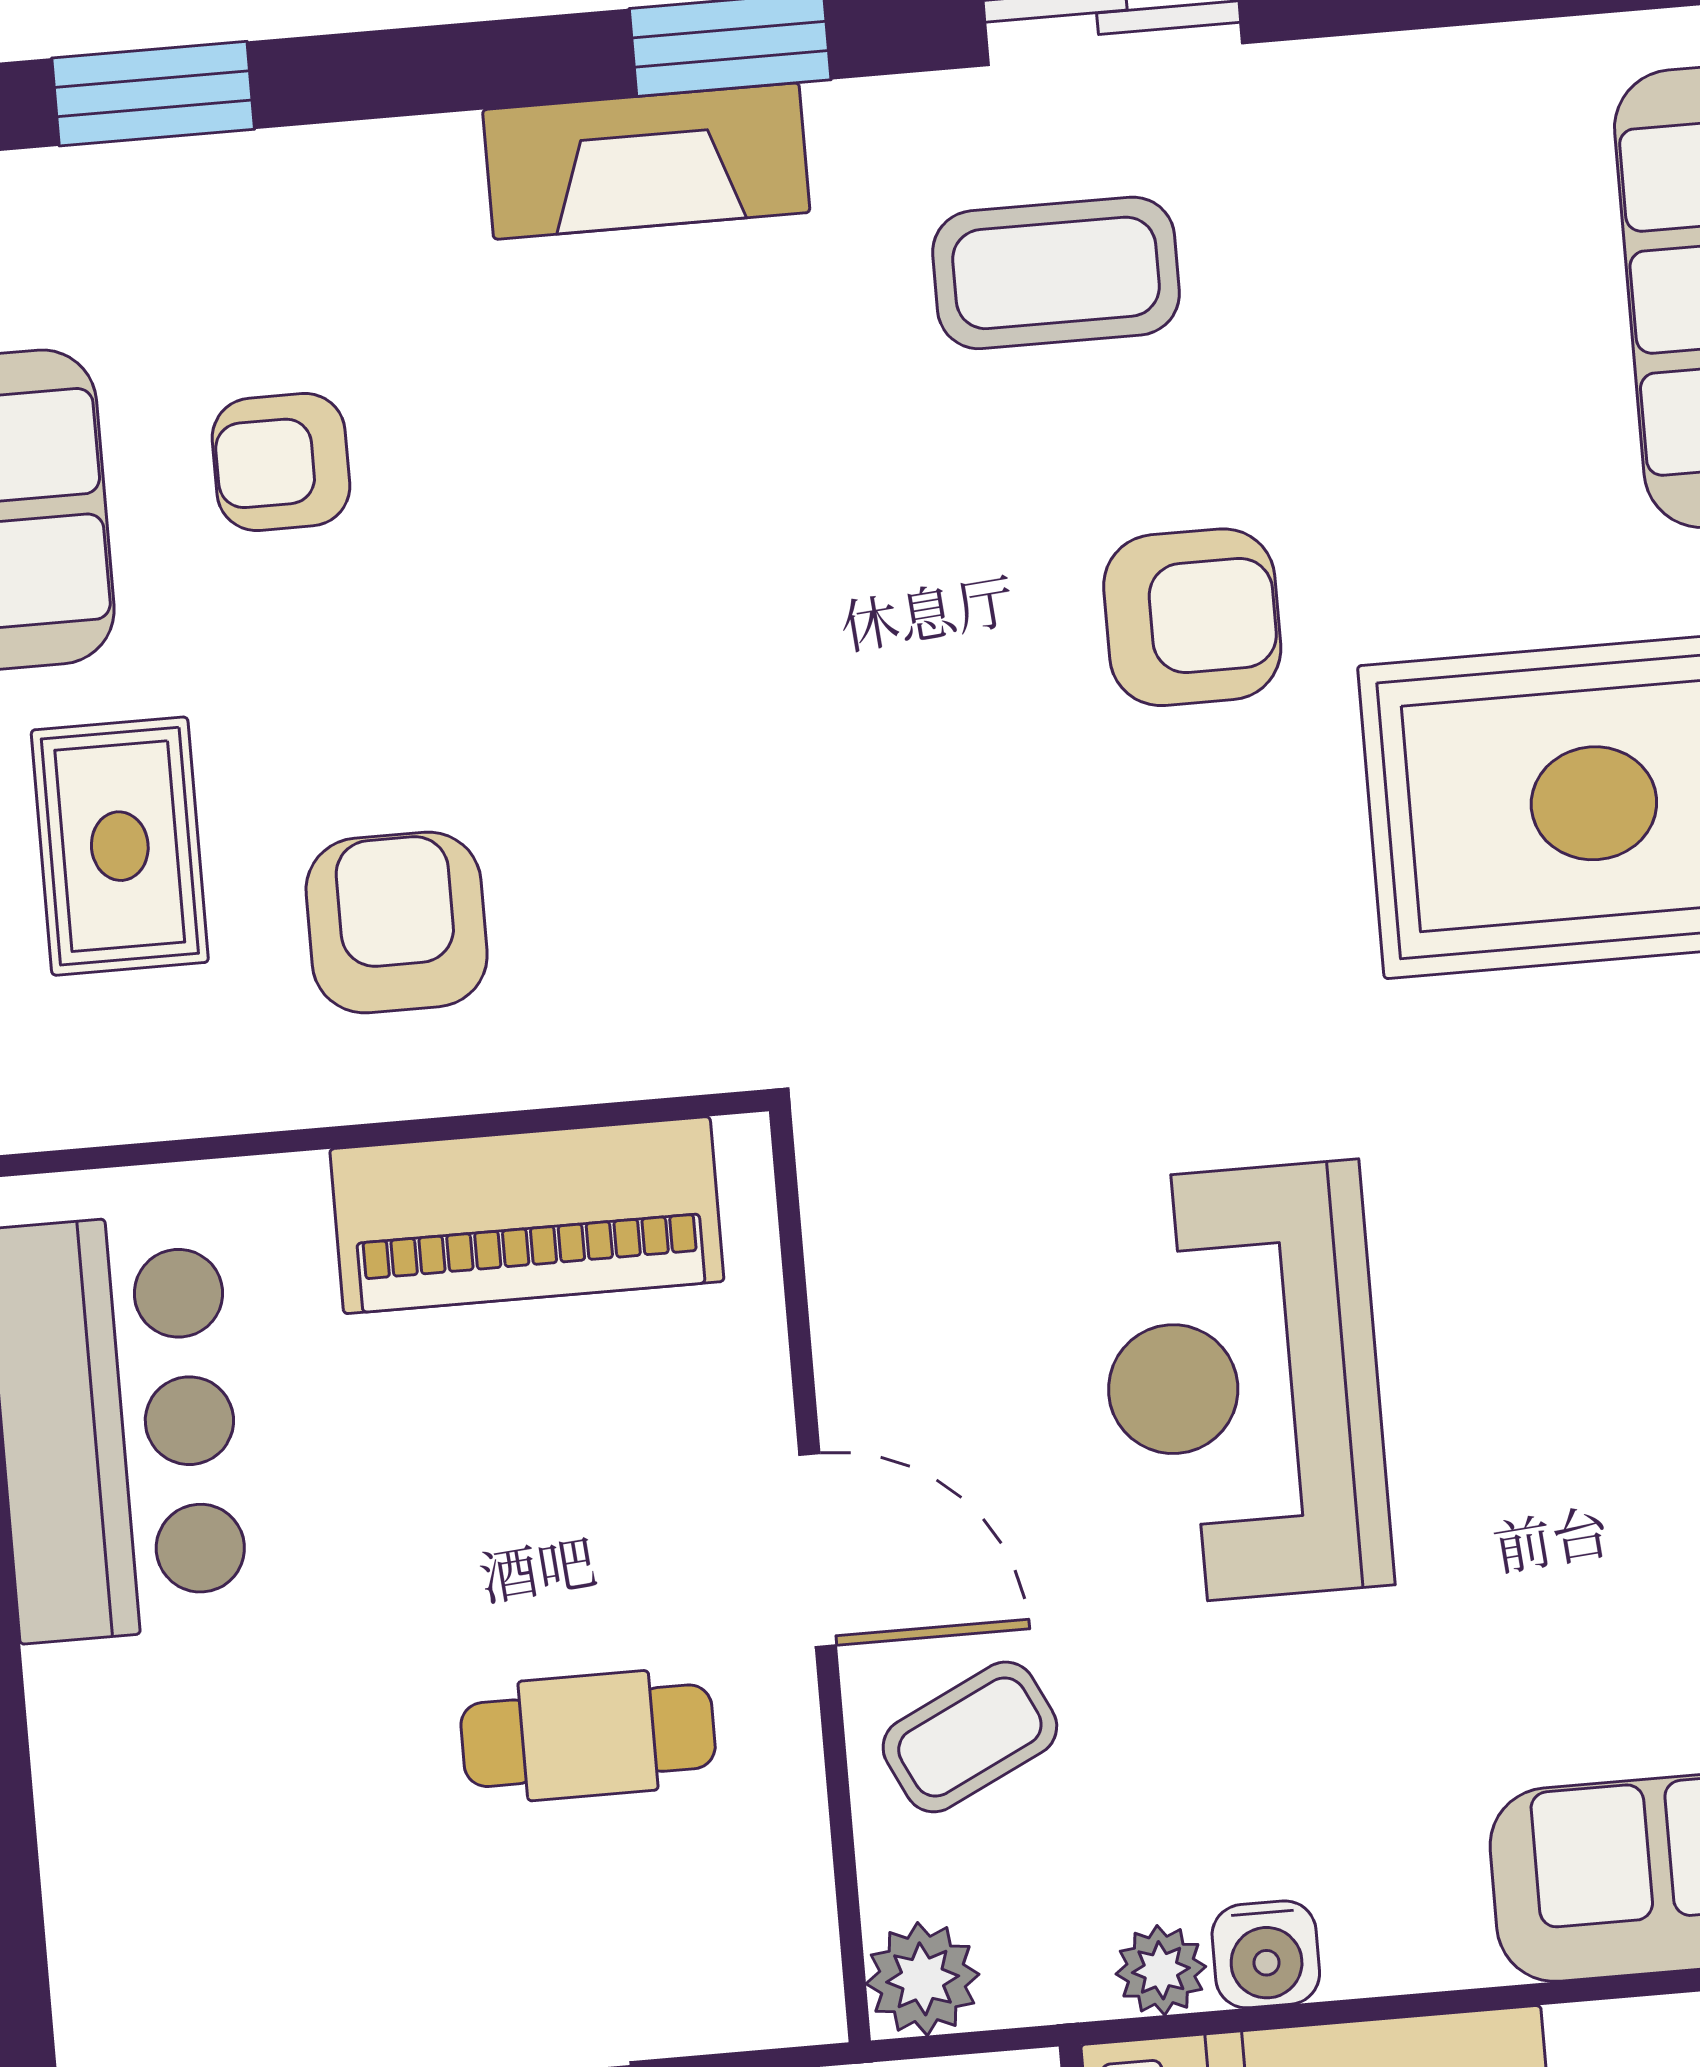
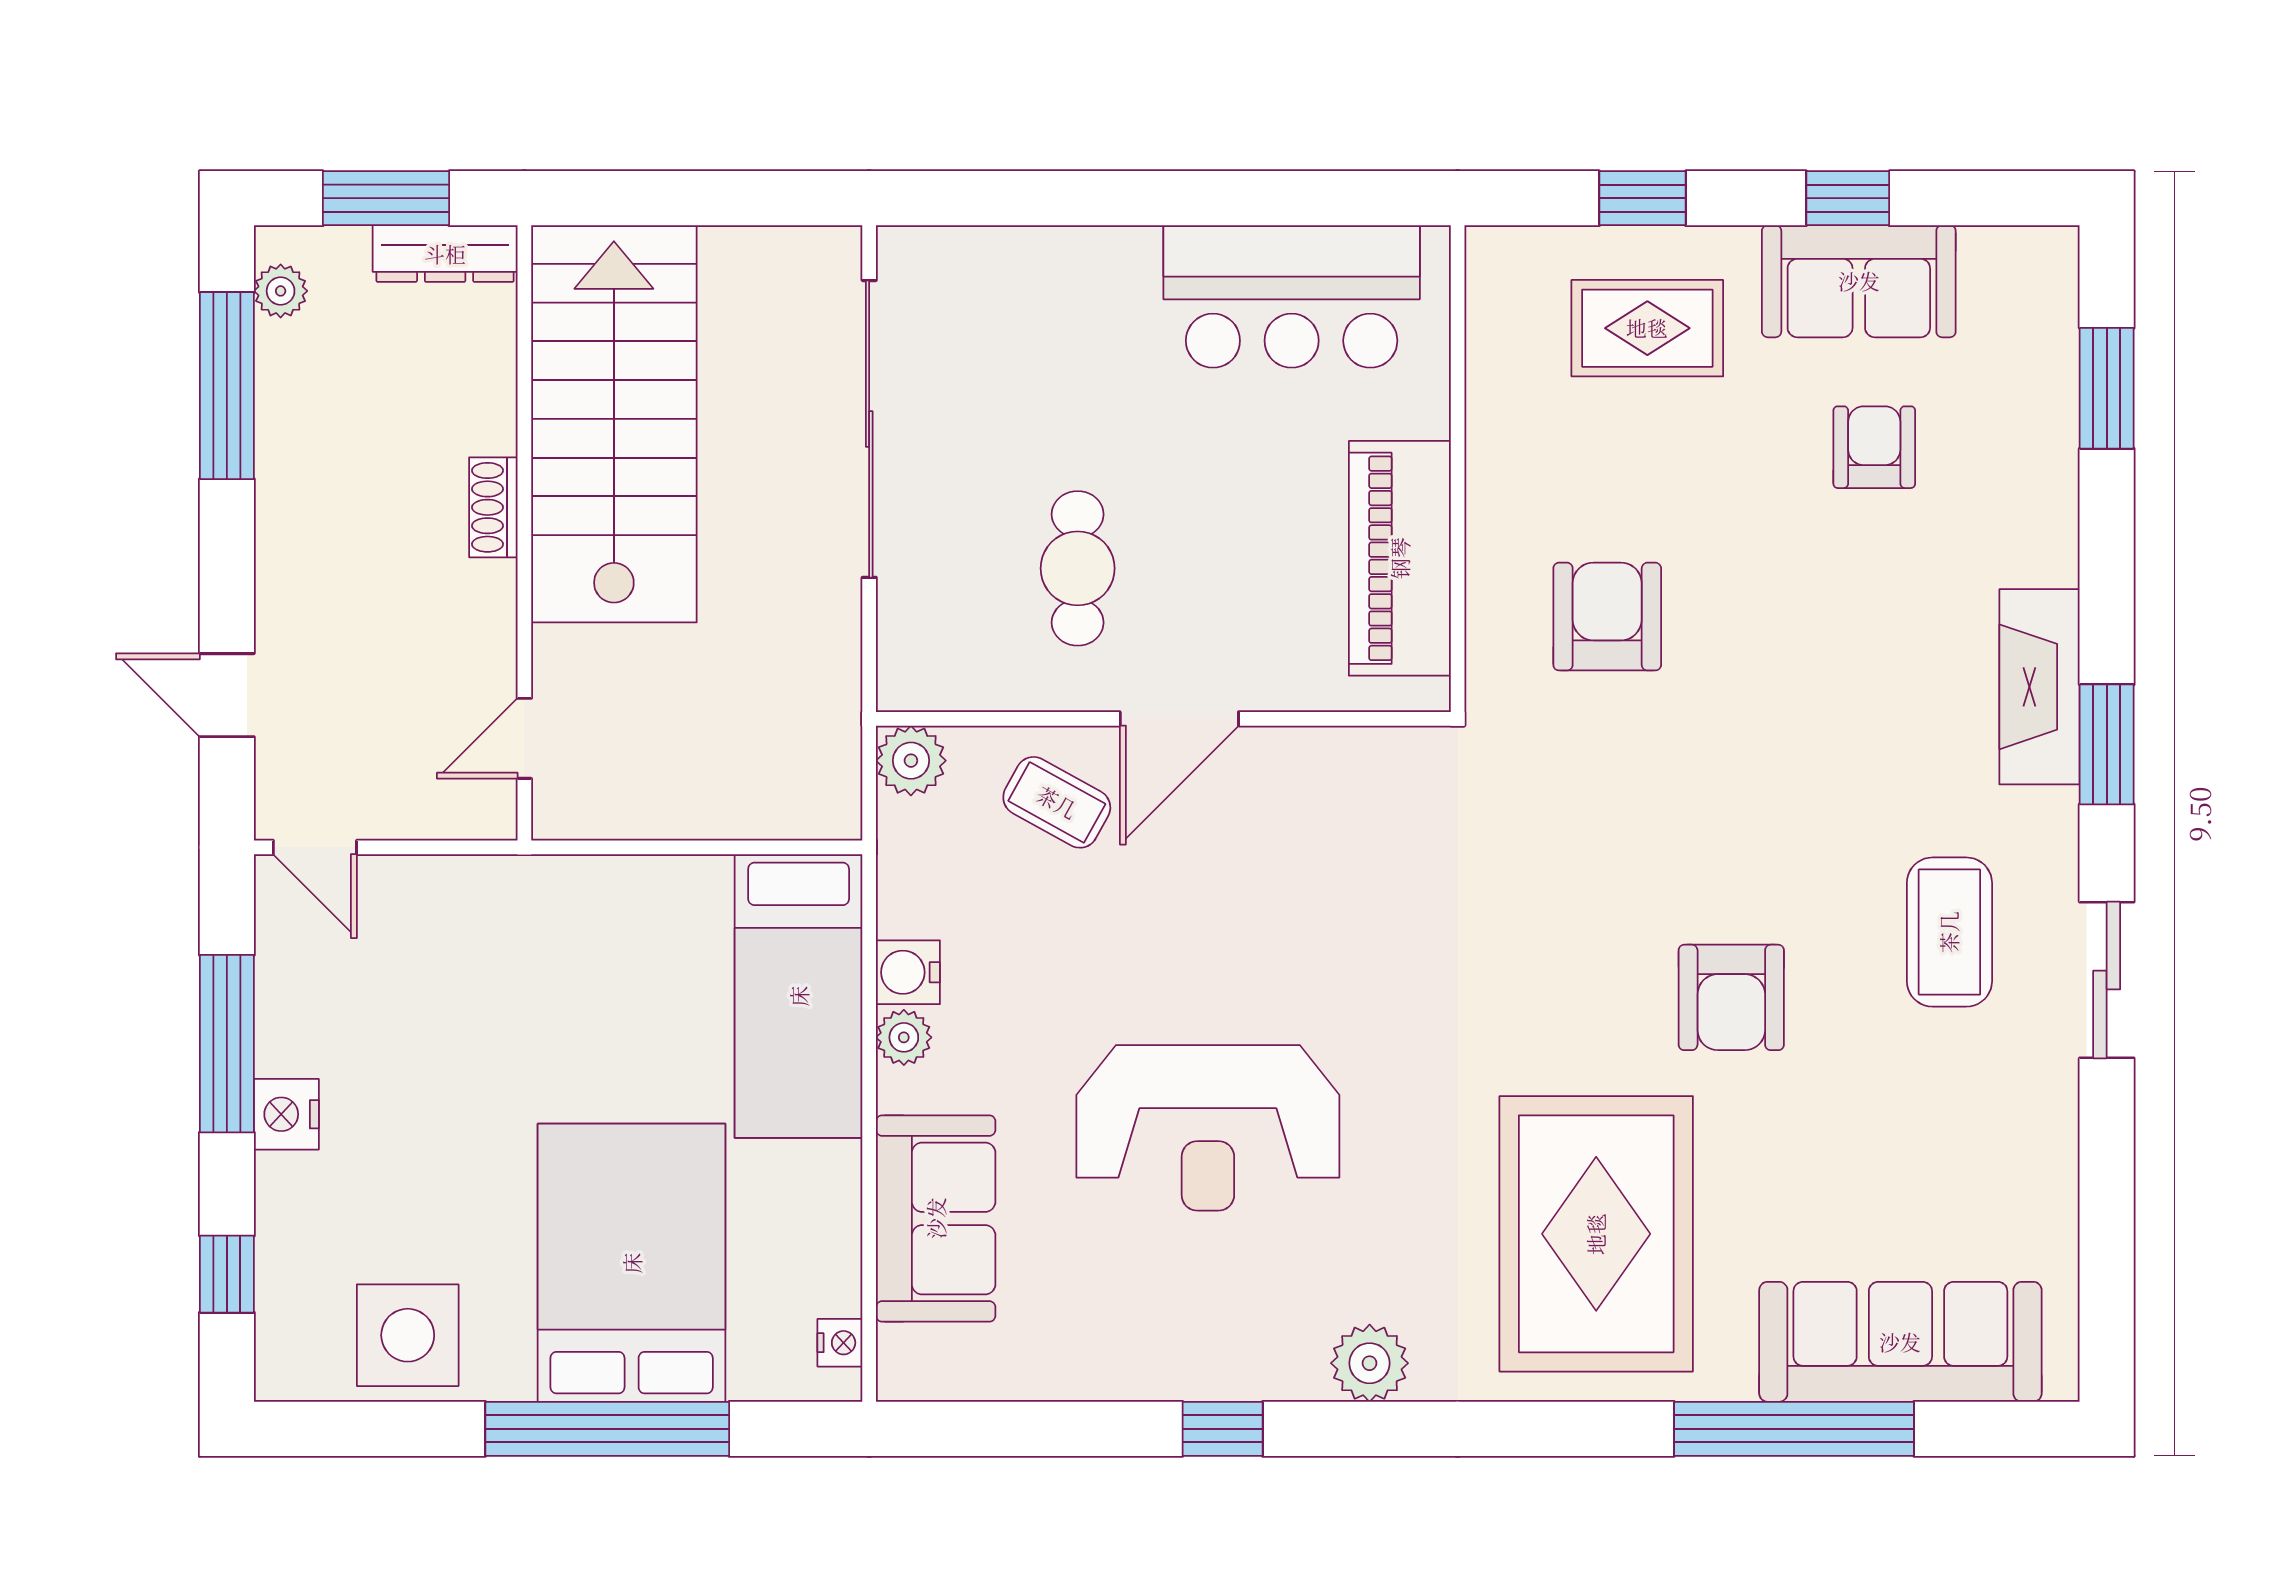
armchair: (397, 922) -> (1607, 617), moved, turned -90
reception desk: (1243, 1383) -> (1208, 1128), moved, turned 180
coffee table: (970, 1737) -> (1057, 802), turned -35
plant: (1161, 1970) -> (904, 1037), moved

